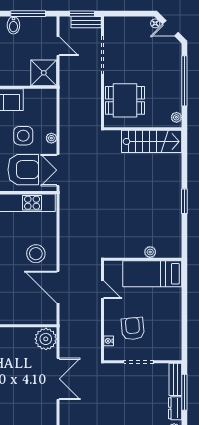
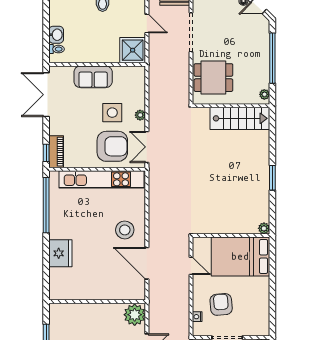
plant: (150, 252) -> (264, 228), moved
bed: (152, 274) -> (240, 256), width x1.50

